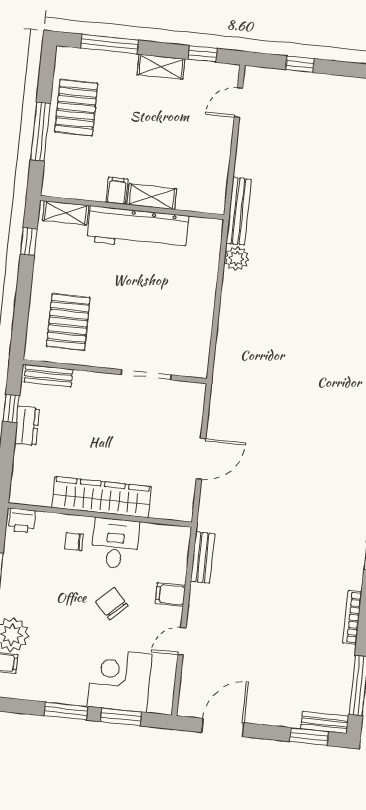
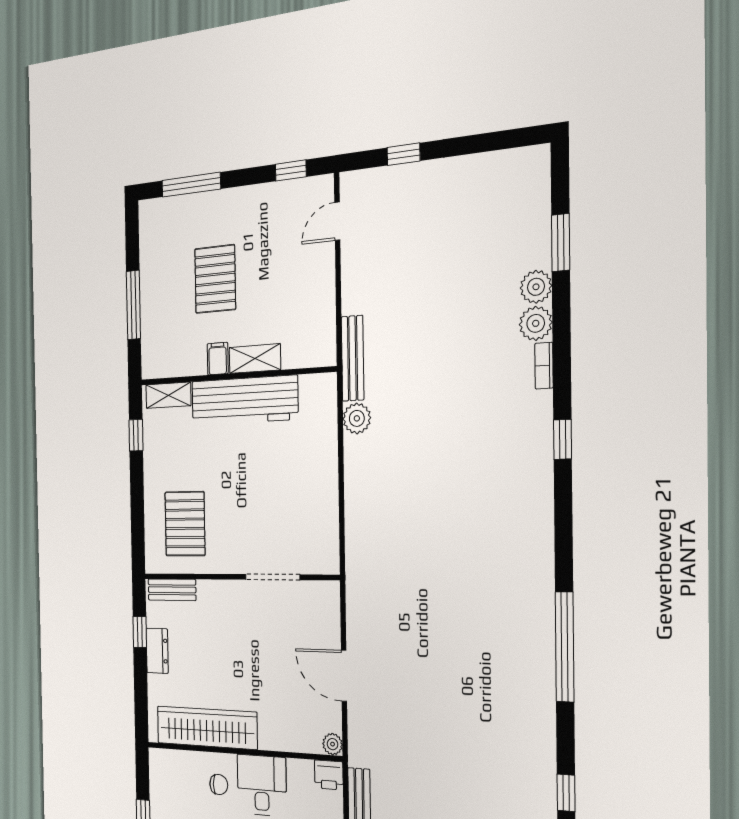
shelving: (161, 67) -> (248, 198), removed
pallet: (76, 108) -> (215, 279), moved
door: (201, 459) -> (344, 676), swing flipped
wardrobe: (101, 497) -> (207, 728), moved
plant: (184, 513) -> (333, 744), added
printer: (22, 521) -> (329, 775), moved
chair: (74, 541) -> (219, 785), turned 180

